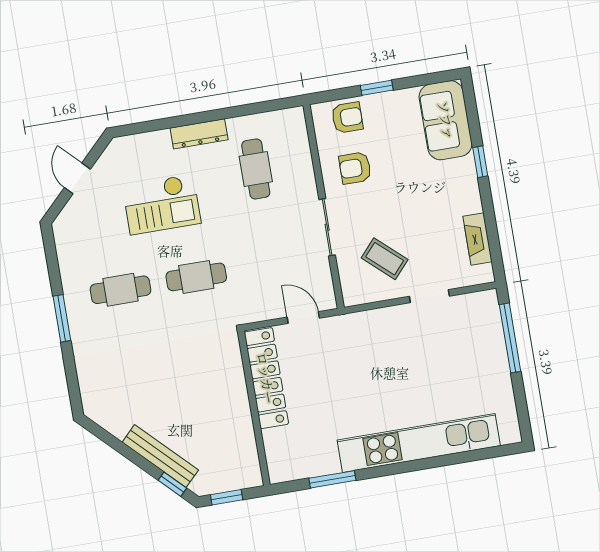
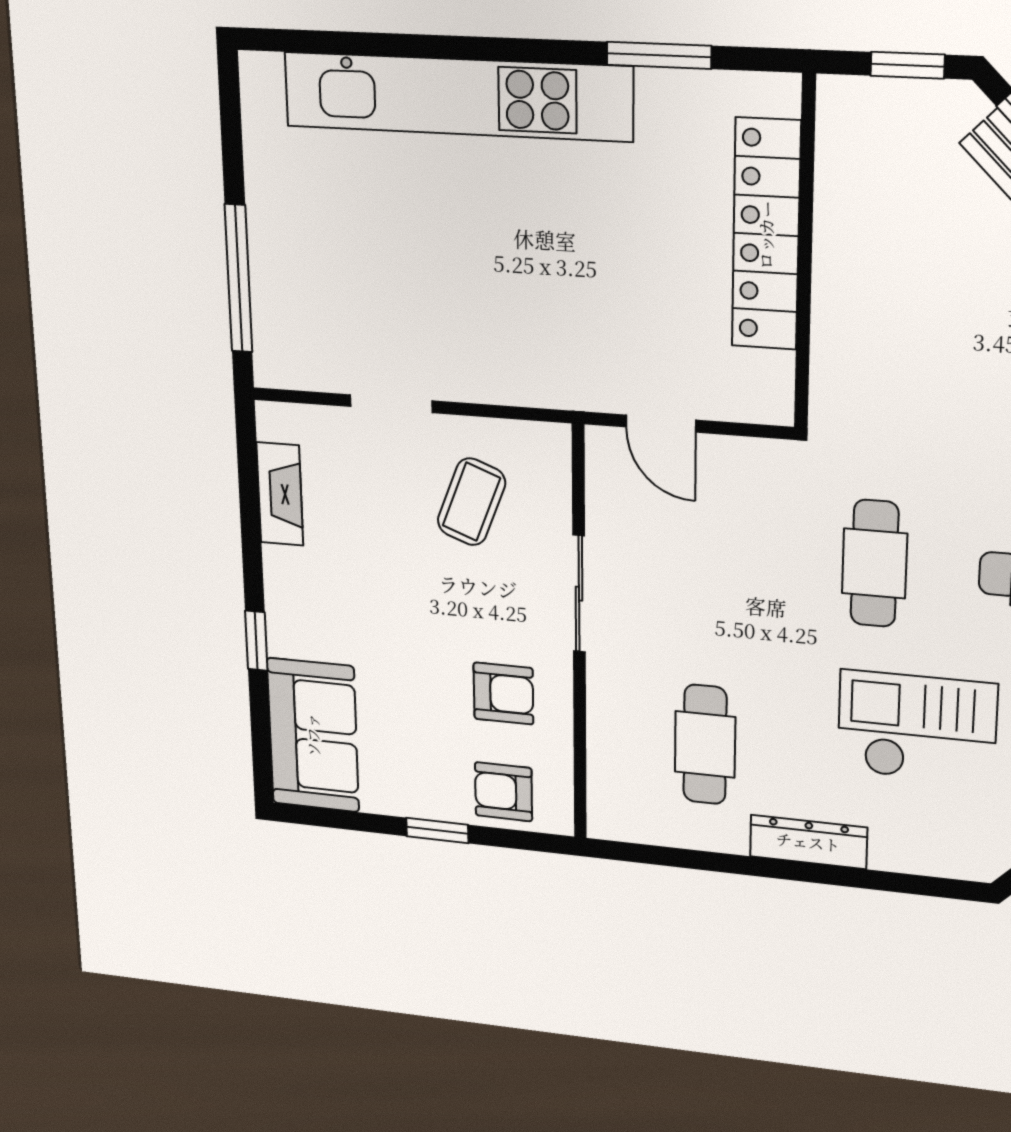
coffee table: (385, 259) -> (471, 502), turned 69
cafe table: (196, 277) -> (875, 563), turned 90
locker: (266, 378) -> (766, 235), moved

